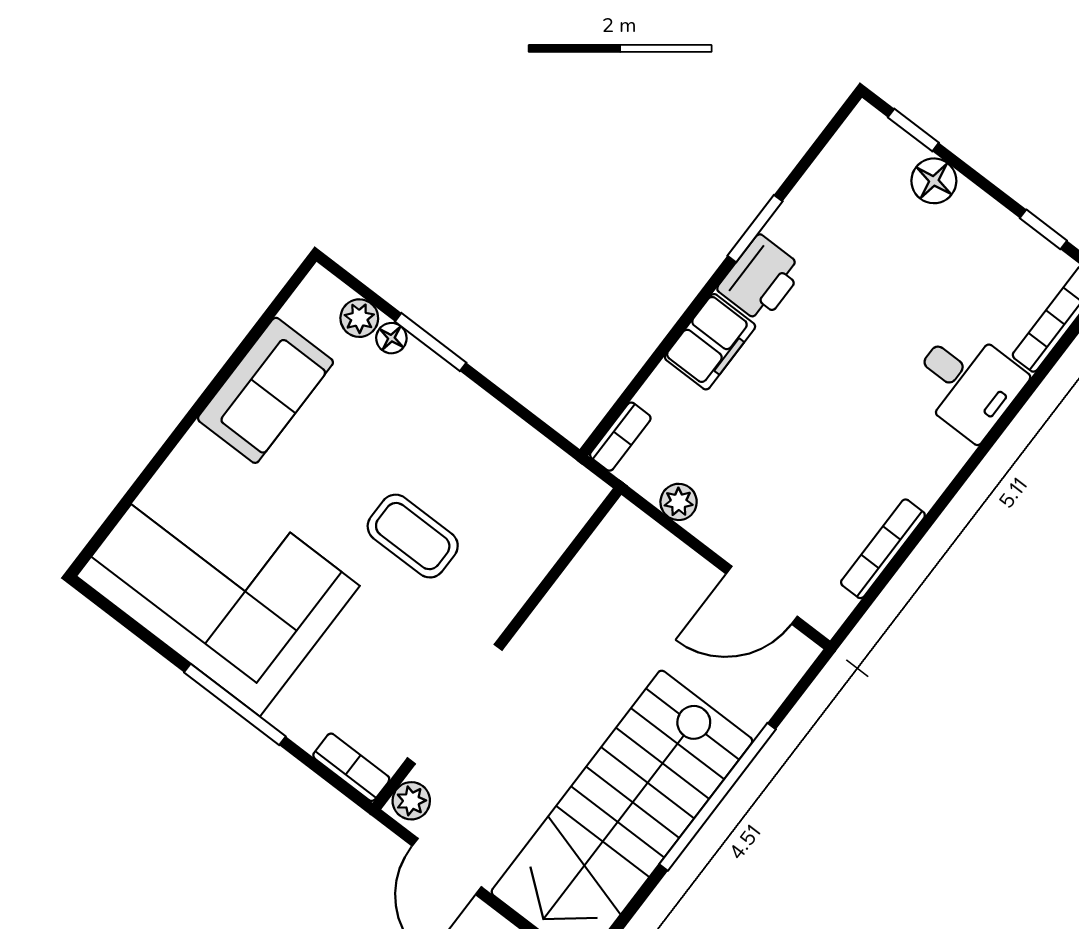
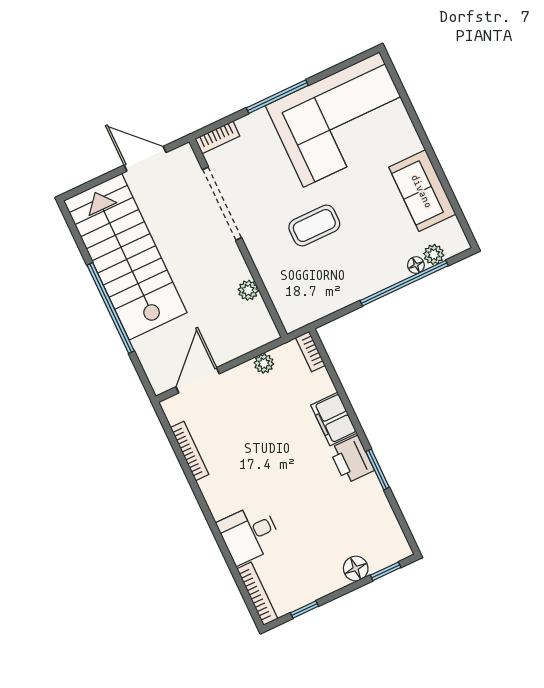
window: (431, 342) -> (404, 283), width x2.11
plant: (411, 801) -> (248, 290), moved

